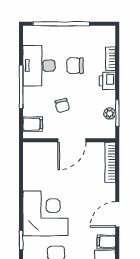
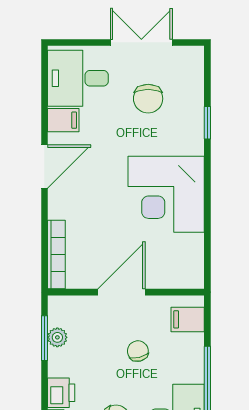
corner desk: (45, 213) -> (166, 194), moved

